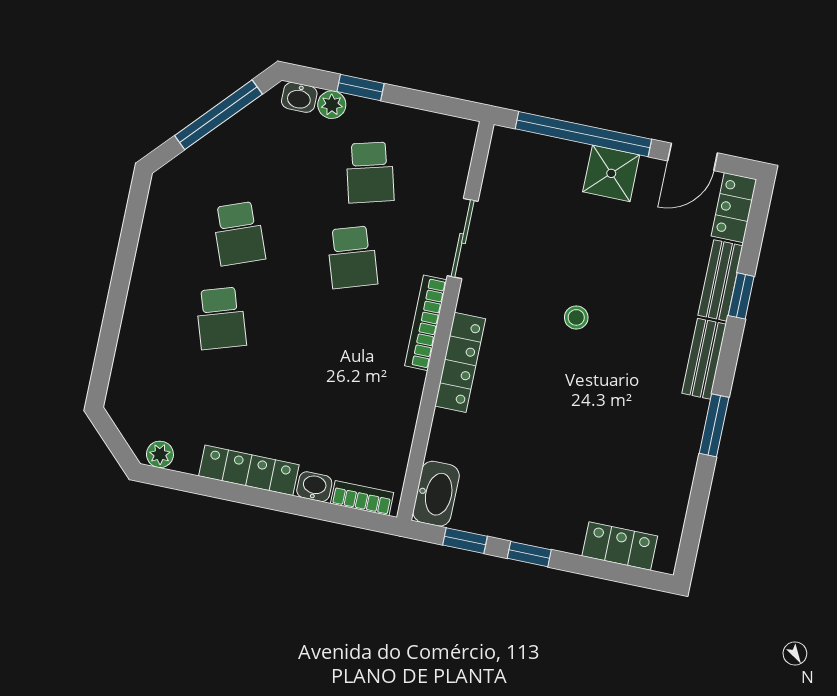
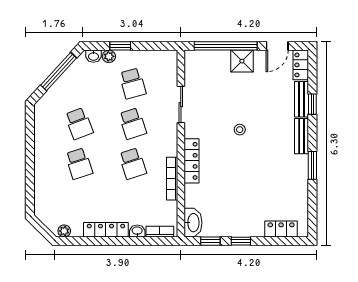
bookcase: (426, 323) -> (172, 179), moved
school desk: (335, 342) -> (133, 164), added

